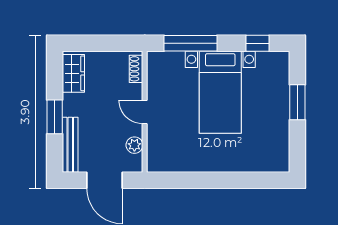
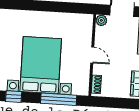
bed with nightstands: (220, 92) -> (41, 65), width x1.36
plant: (134, 145) -> (101, 20), moved

